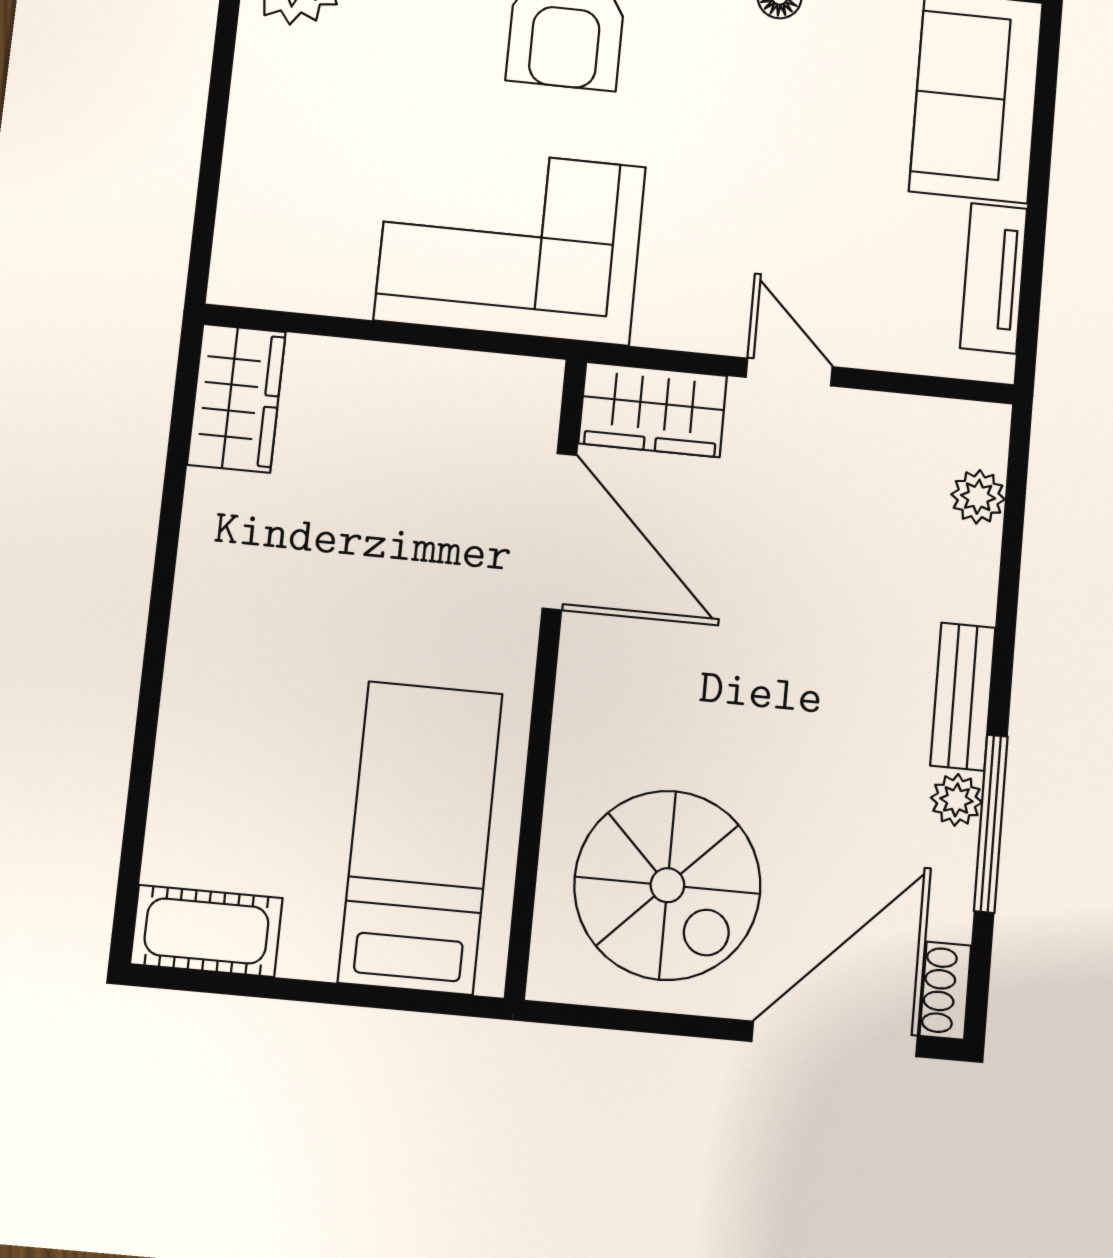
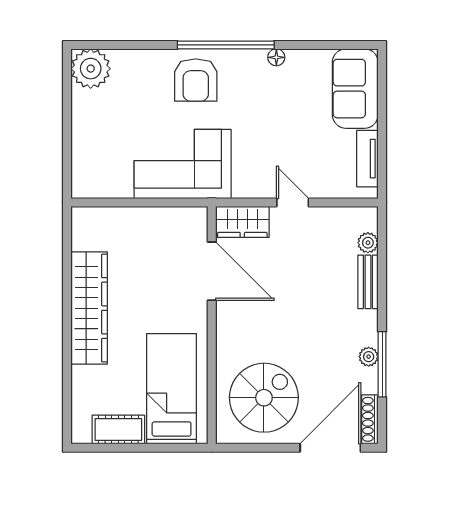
wardrobe: (236, 398) -> (89, 308), moved, width x2.10, depth x1.17
bench: (963, 696) -> (368, 282), moved
spiral stairs: (667, 885) -> (264, 398), turned -90
cot: (206, 931) -> (118, 430), moved
shoe rack: (945, 991) -> (370, 419), width x1.43

